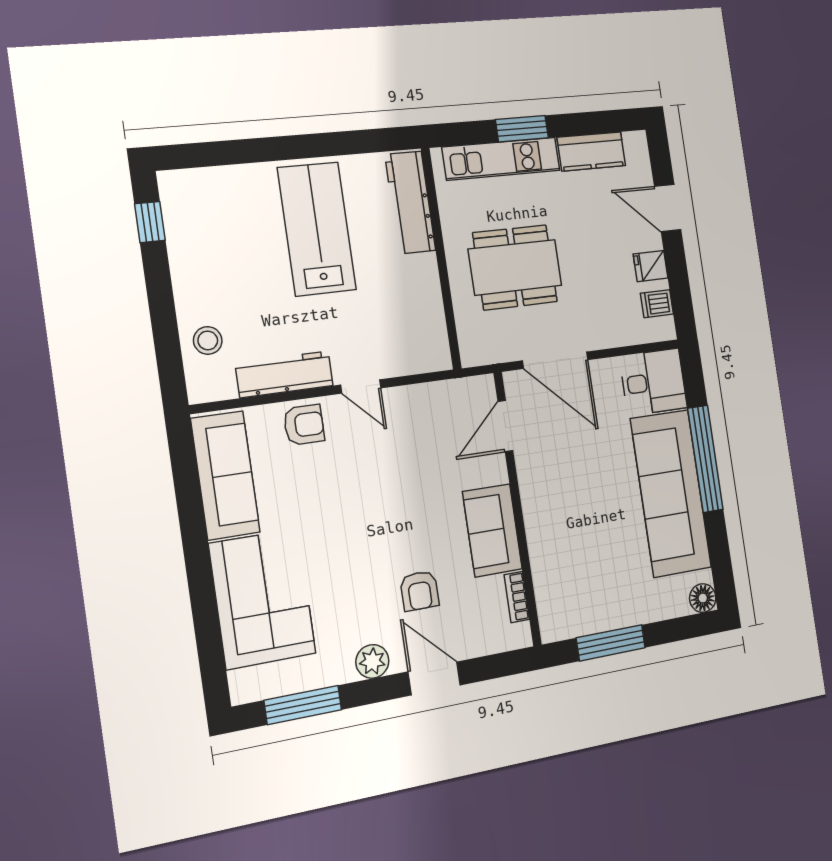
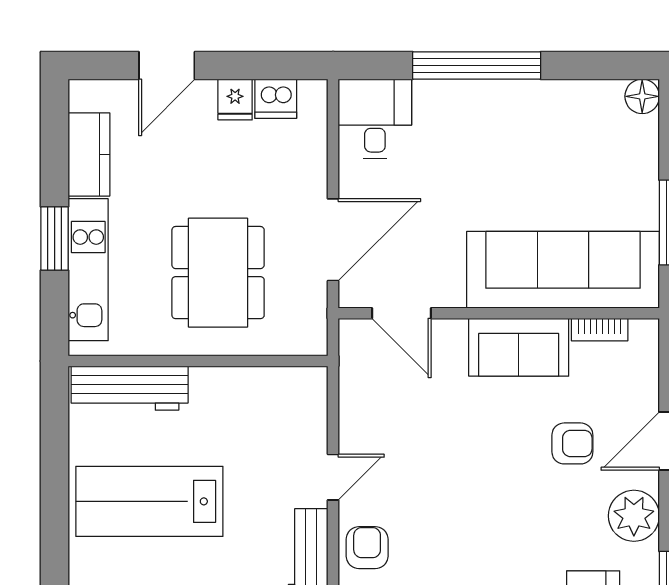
dishwasher: (657, 304) -> (276, 99), width x1.38
sofa: (671, 493) -> (563, 270), moved, turned 180
plant: (372, 661) -> (634, 516), width x1.36, depth x1.36

